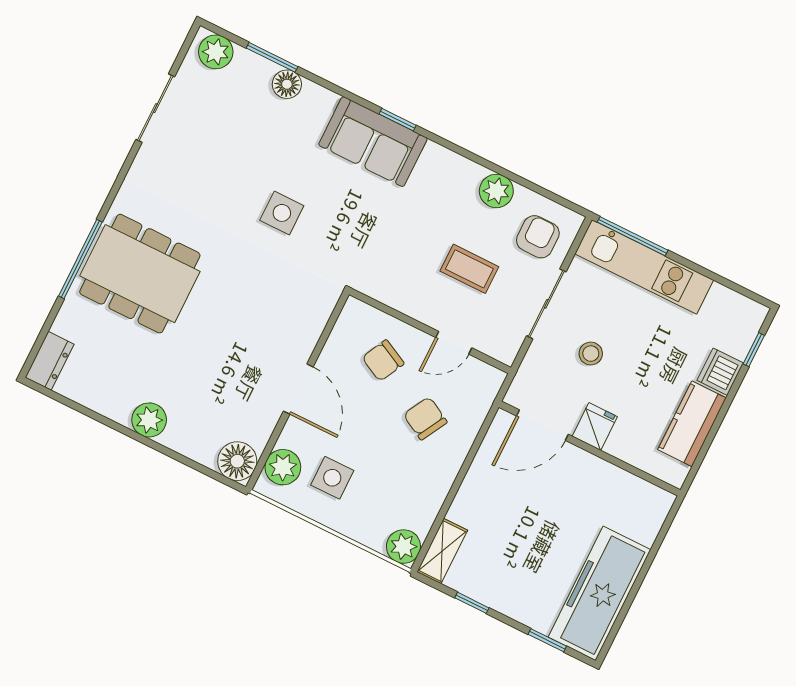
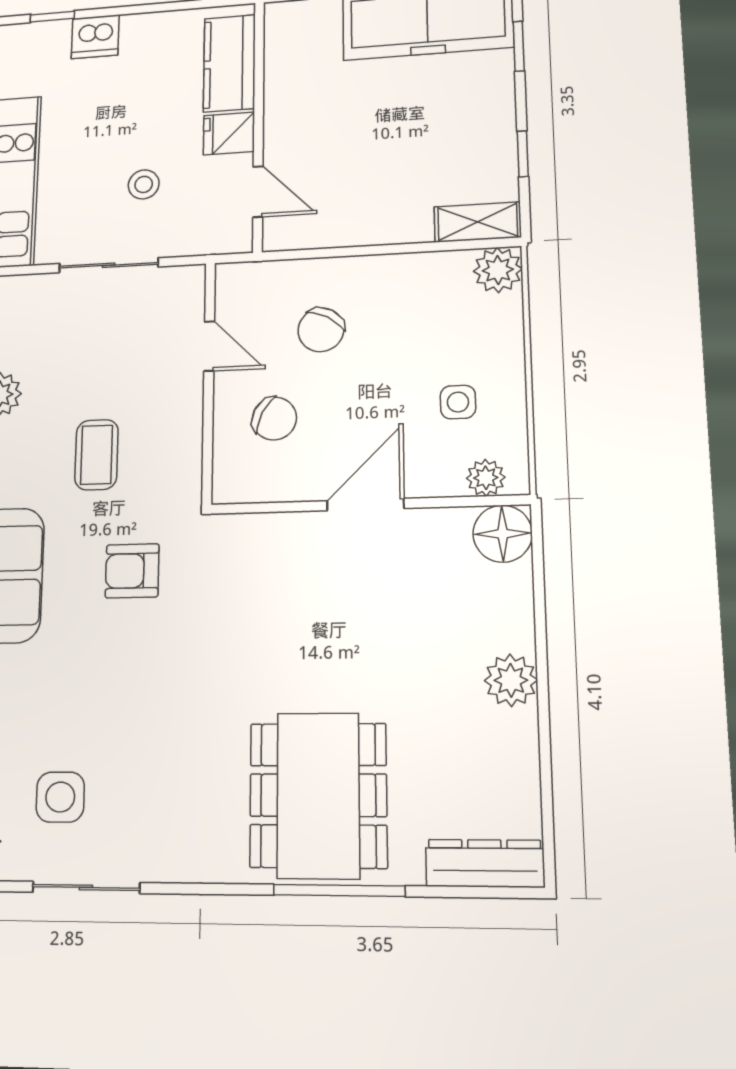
side table: (282, 213) -> (60, 797), moved
armchair: (538, 237) -> (132, 571), moved
coffee table: (469, 269) -> (97, 455), moved
dresser: (50, 361) -> (485, 863), width x1.44
kitchen counter: (692, 424) -> (229, 63), moved, turned 90
door: (542, 425) -> (258, 192), width x0.73
plant: (283, 467) -> (486, 478), width x0.73, depth x0.73
side table: (332, 478) -> (458, 402), width x0.73, depth x0.73

